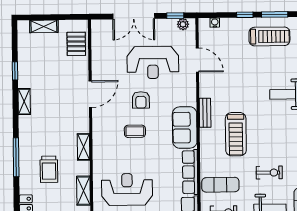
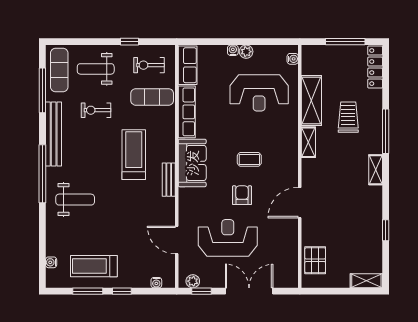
shelving: (44, 26) -> (366, 281), moved
shelving: (24, 102) -> (376, 170), moved
shelving: (83, 191) -> (311, 100), width x1.50, depth x1.33

